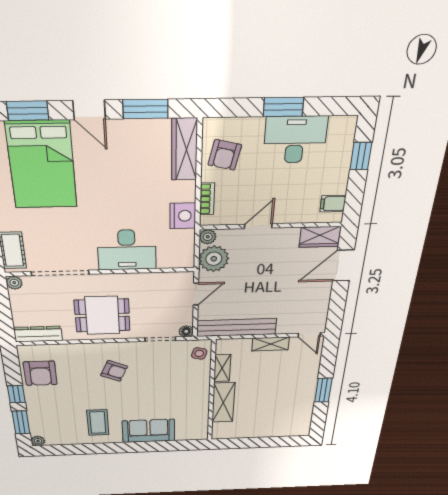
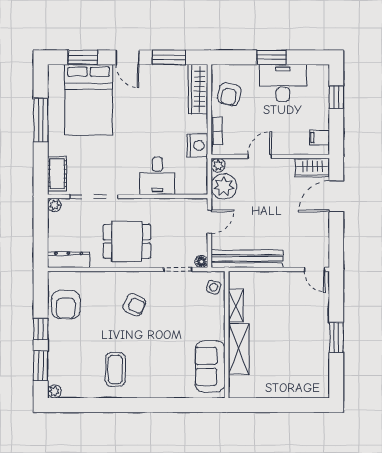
desk: (127, 250) -> (157, 176), width x0.73
shelving: (271, 344) -> (280, 279), removed
sofa: (149, 431) -> (210, 366), moved, turned -90

